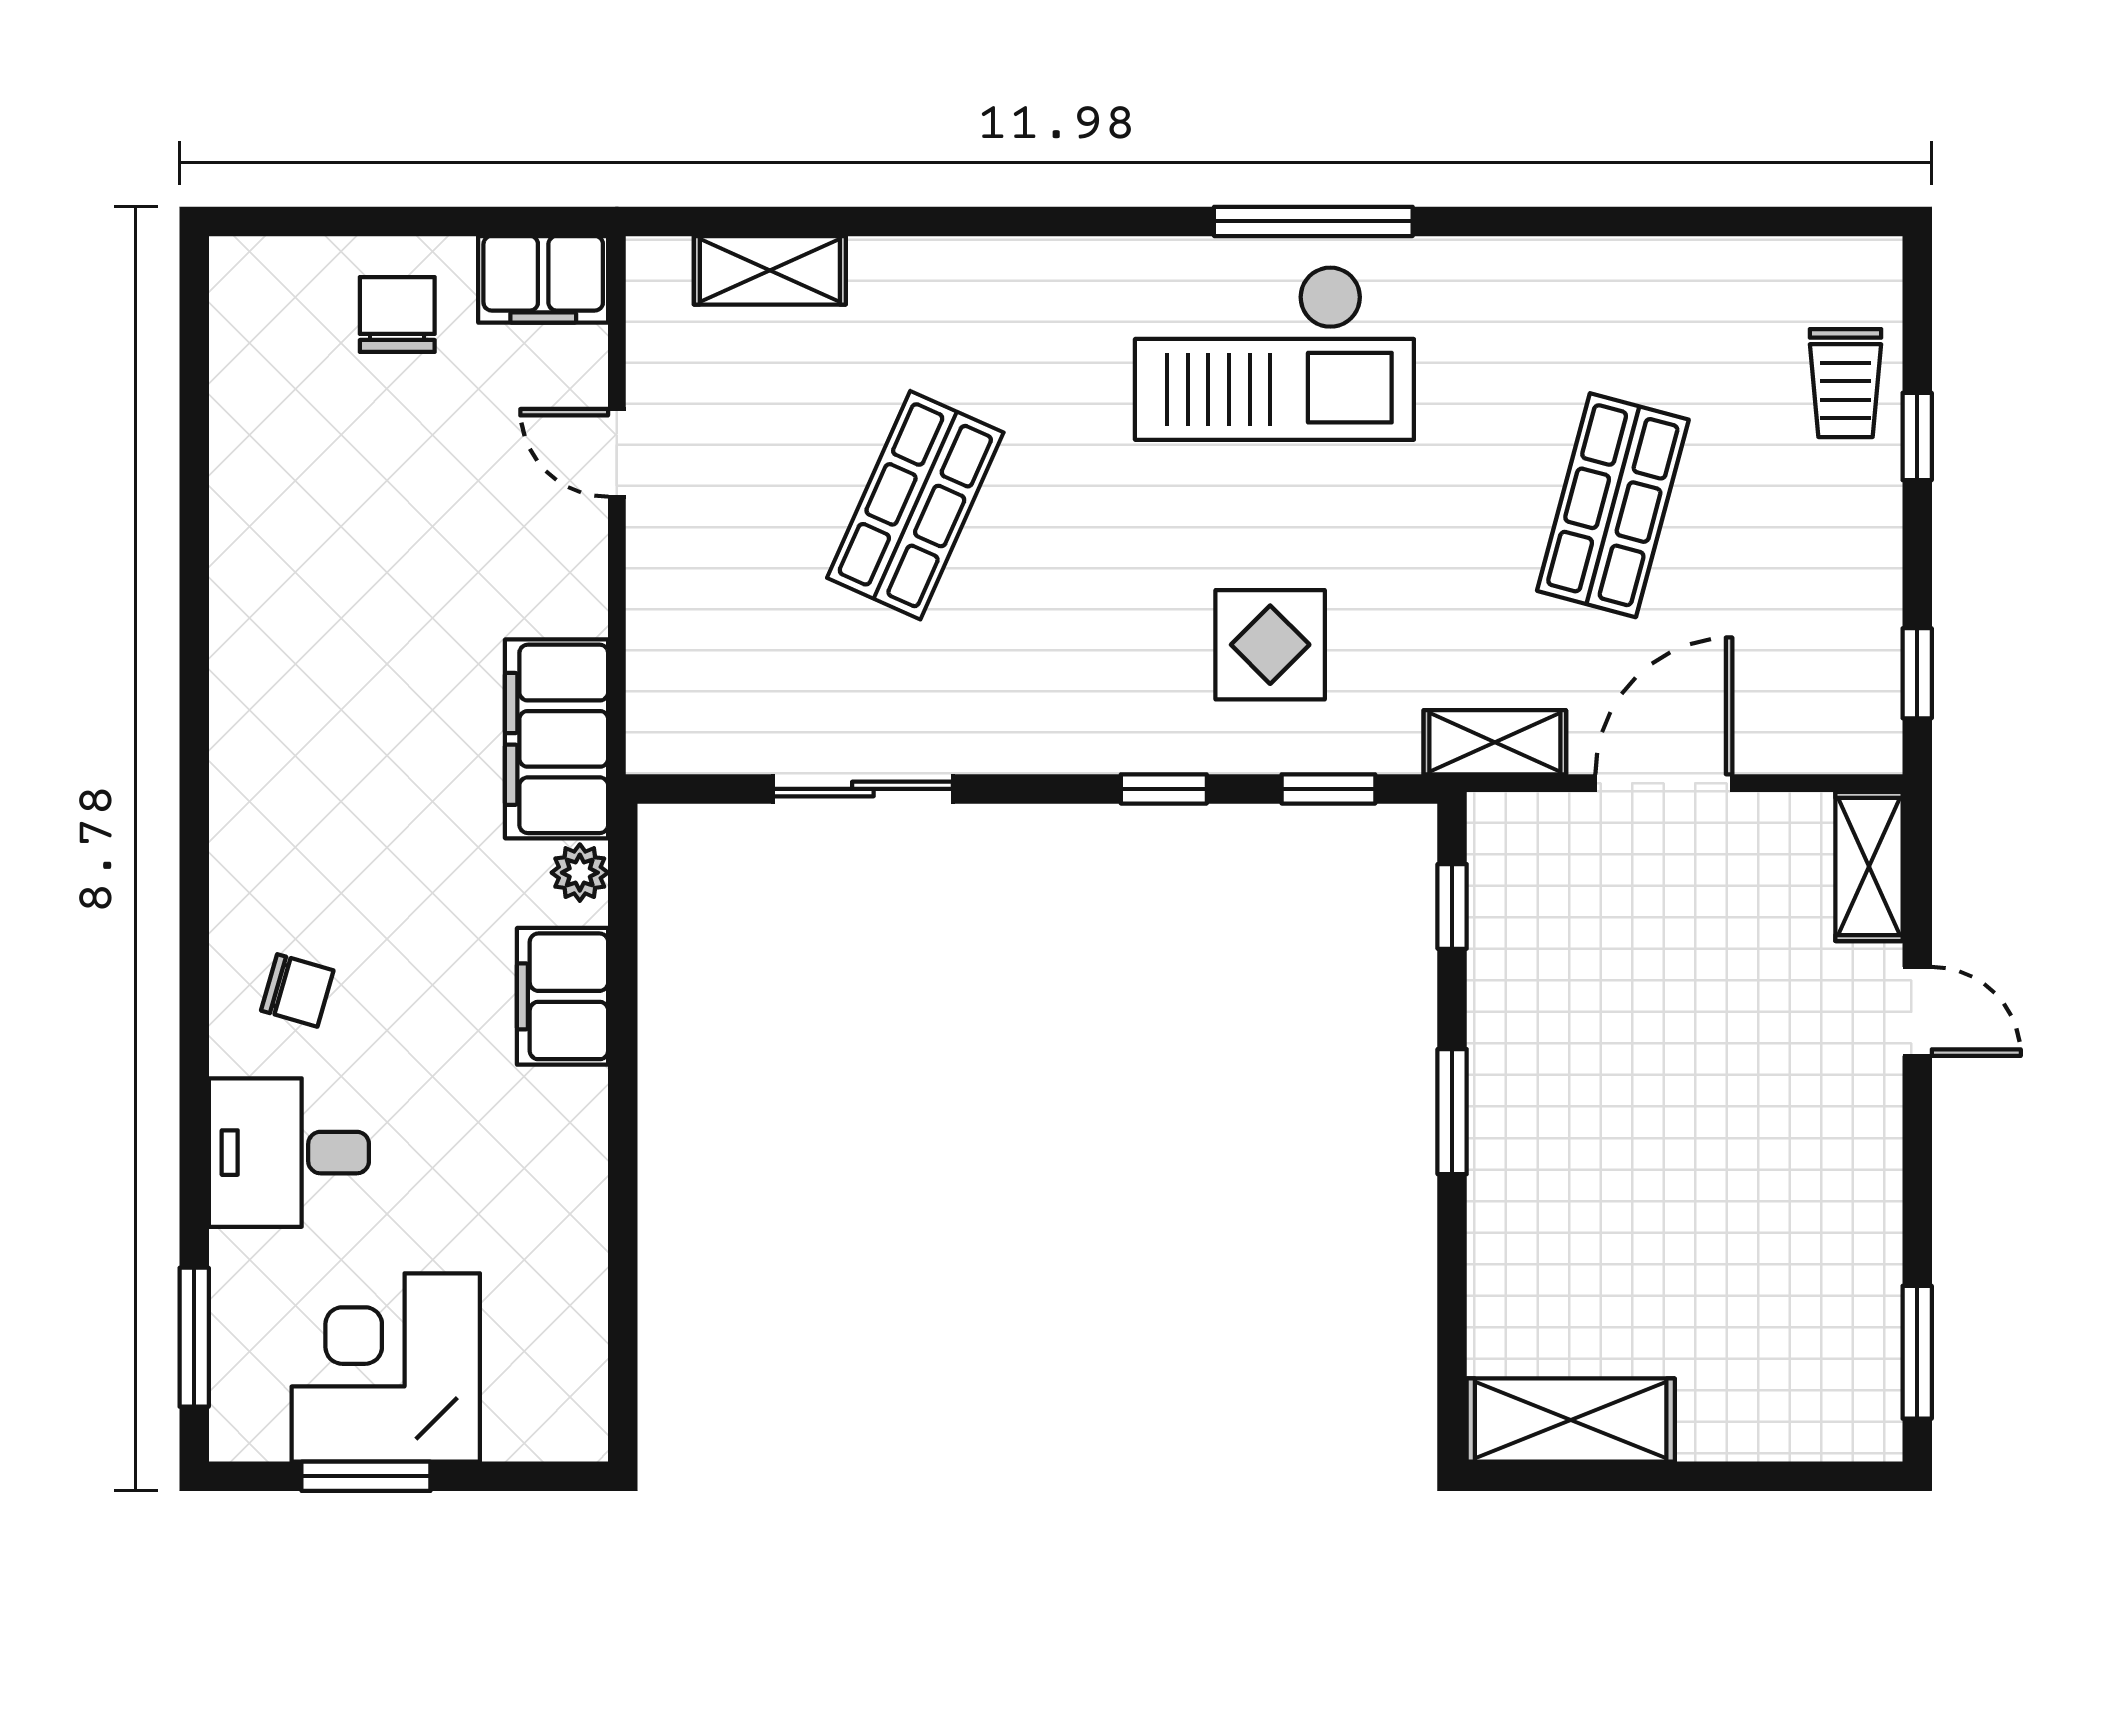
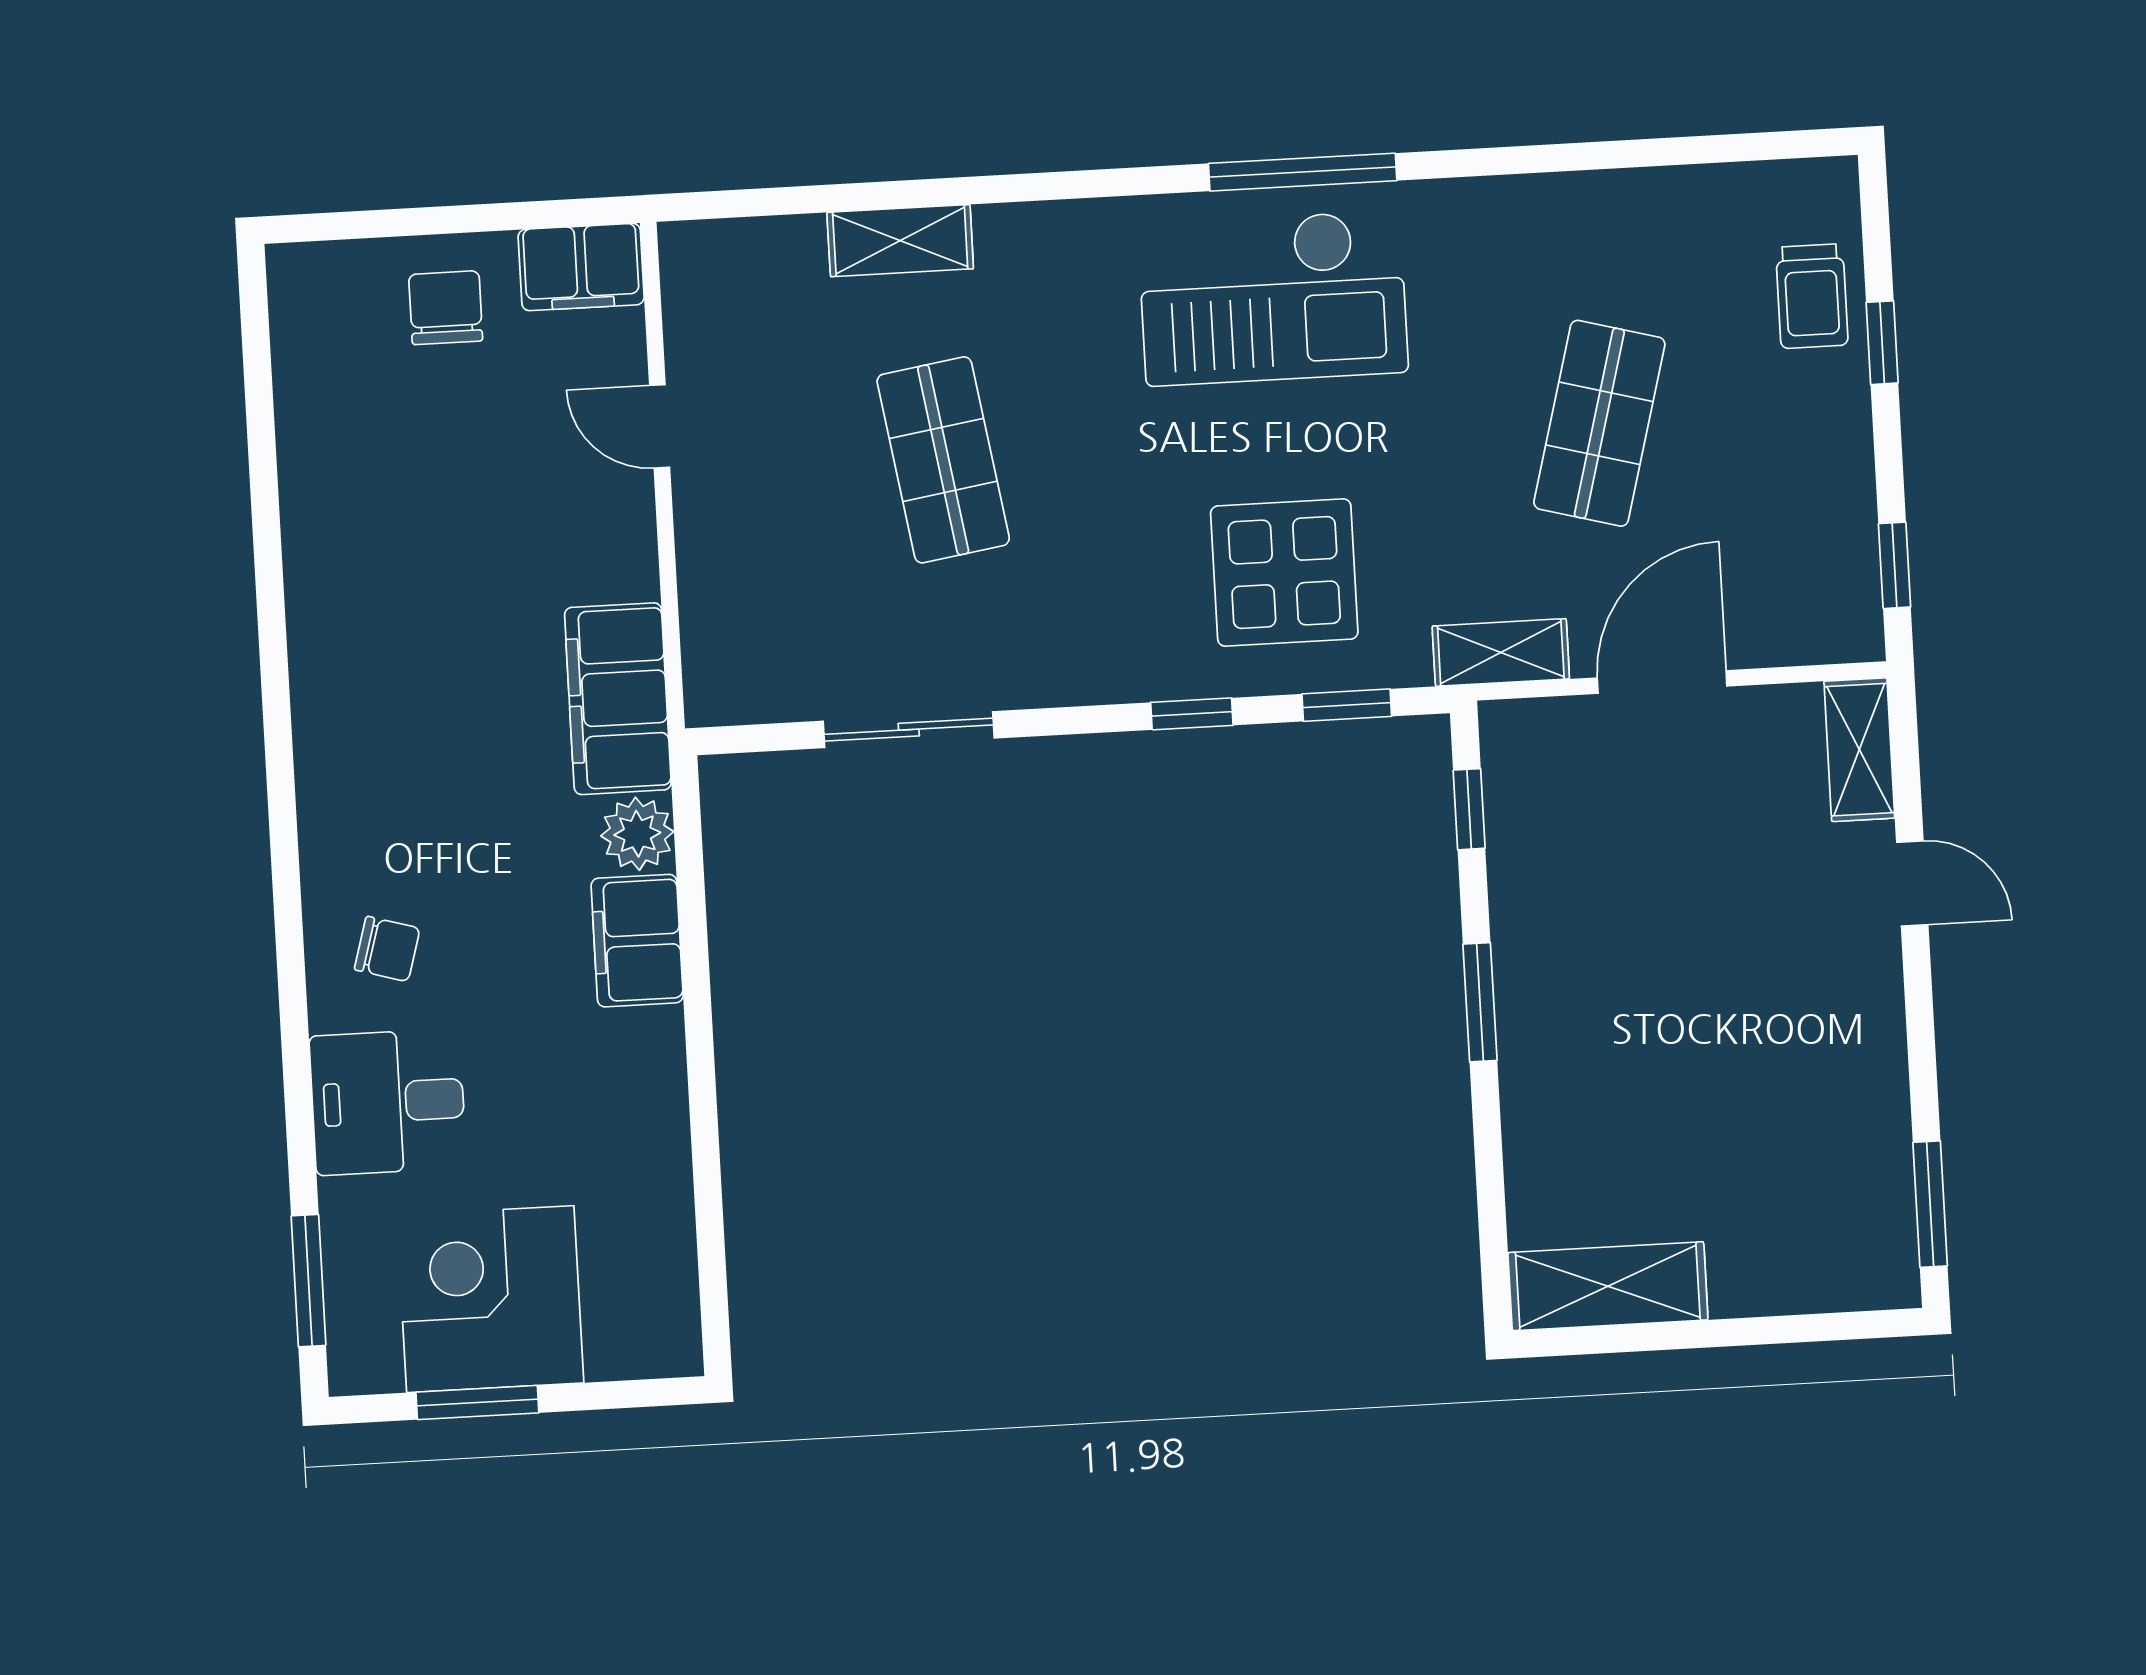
shelving: (770, 270) -> (900, 241), moved
shop shelf: (915, 505) -> (943, 460), turned -33
display table: (1270, 645) -> (1284, 573), width x1.36, depth x1.36
plant: (580, 873) -> (637, 834), width x1.38, depth x1.38

